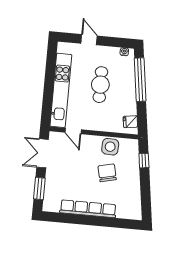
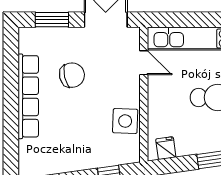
door: (73, 131) -> (144, 63), swing flipped
chair: (107, 173) -> (72, 75), moved

